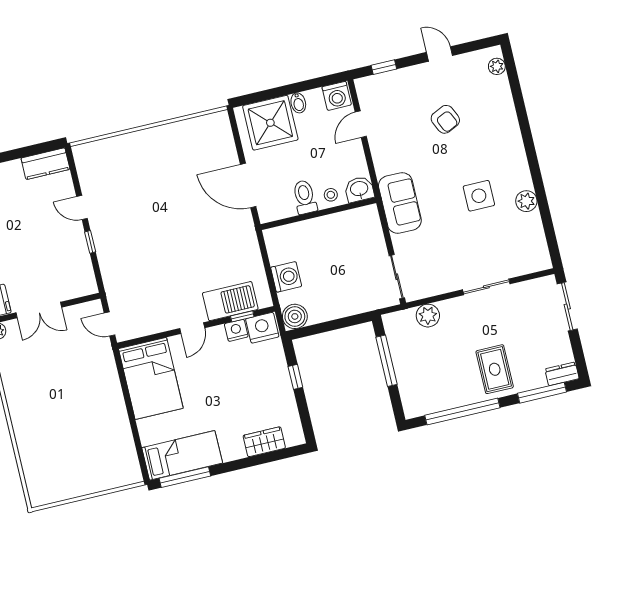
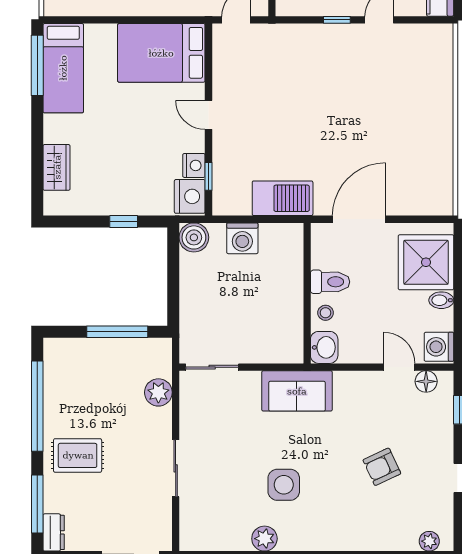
floor lamp: (367, 100) -> (426, 381), added
barbecue: (230, 301) -> (283, 198), moved, turned -90

